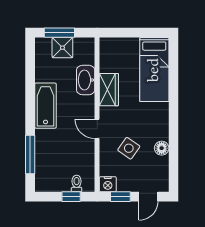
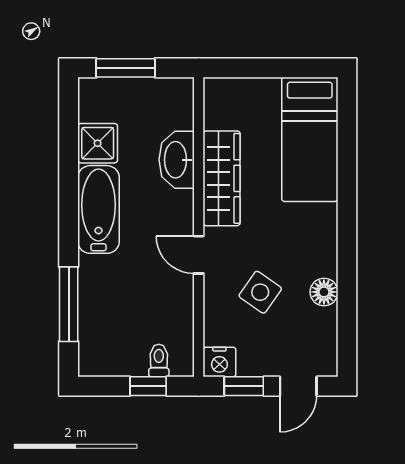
shower: (62, 48) -> (98, 143), moved
wardrobe: (109, 90) -> (222, 178), width x1.50

